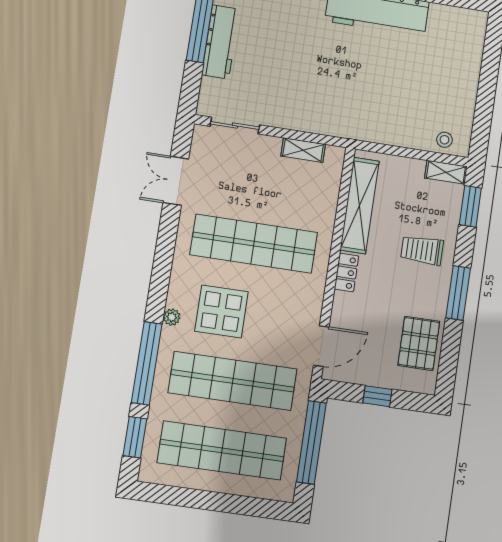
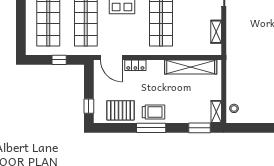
trolley: (422, 250) -> (153, 112), moved, turned 90
locker: (346, 272) -> (135, 65), moved
window: (377, 396) -> (89, 106), moved
window: (311, 442) -> (59, 60), width x0.32

